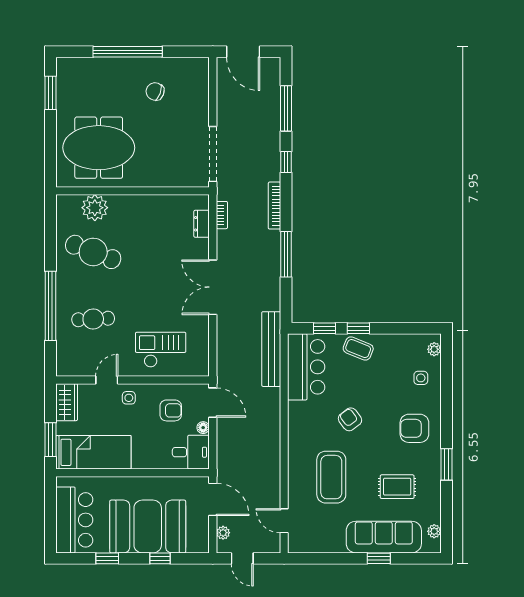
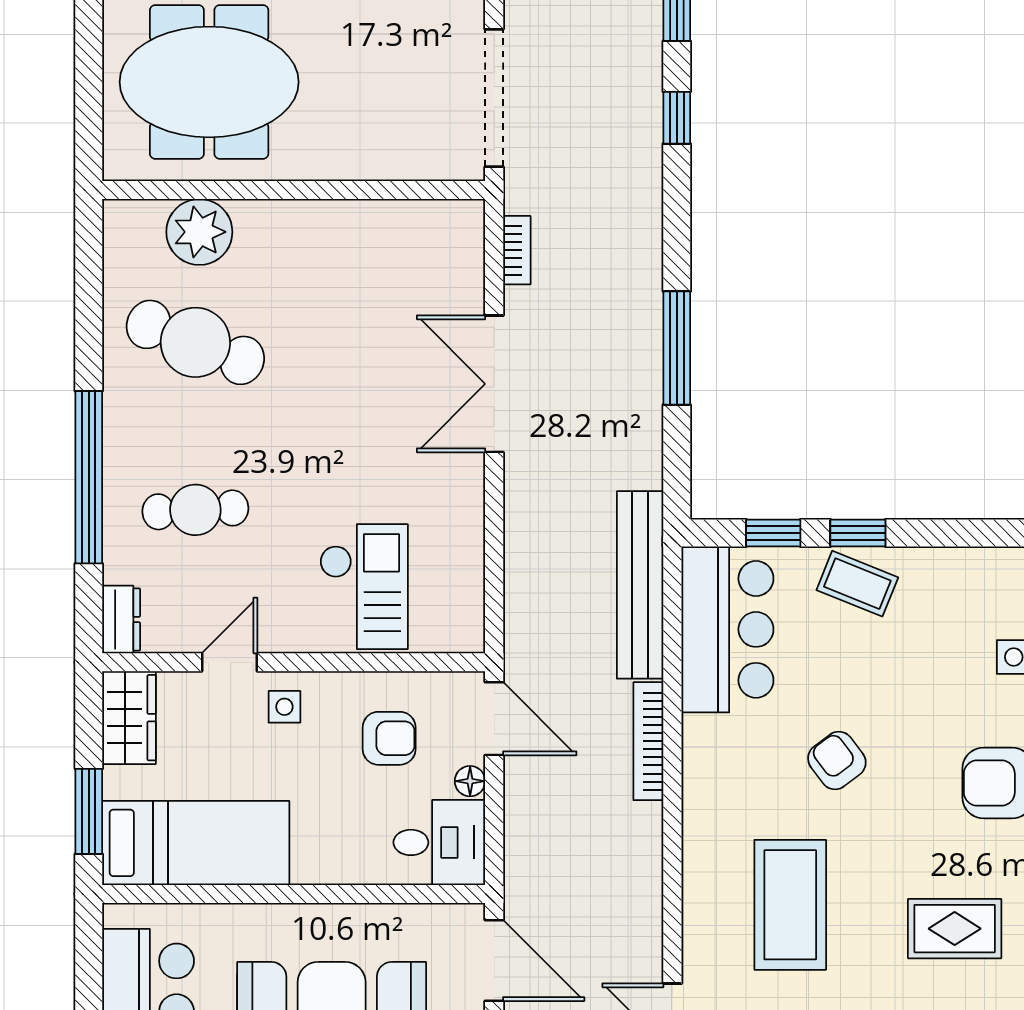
bookcase: (275, 206) -> (648, 741), moved
dresser: (202, 224) -> (121, 619), moved, turned 180
double door: (213, 287) -> (494, 384), moved
checkout: (161, 350) -> (364, 587), turned 90

